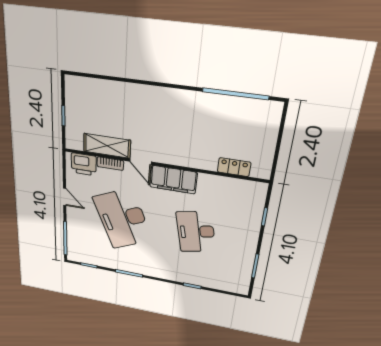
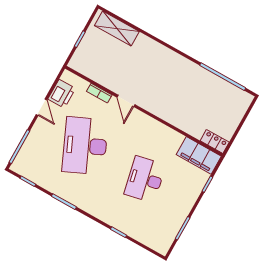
shelving: (107, 146) -> (117, 29), moved
printer: (84, 164) -> (62, 94), moved, turned -90
locker: (234, 167) -> (215, 141), moved
filing cabinet: (173, 180) -> (199, 155), moved

